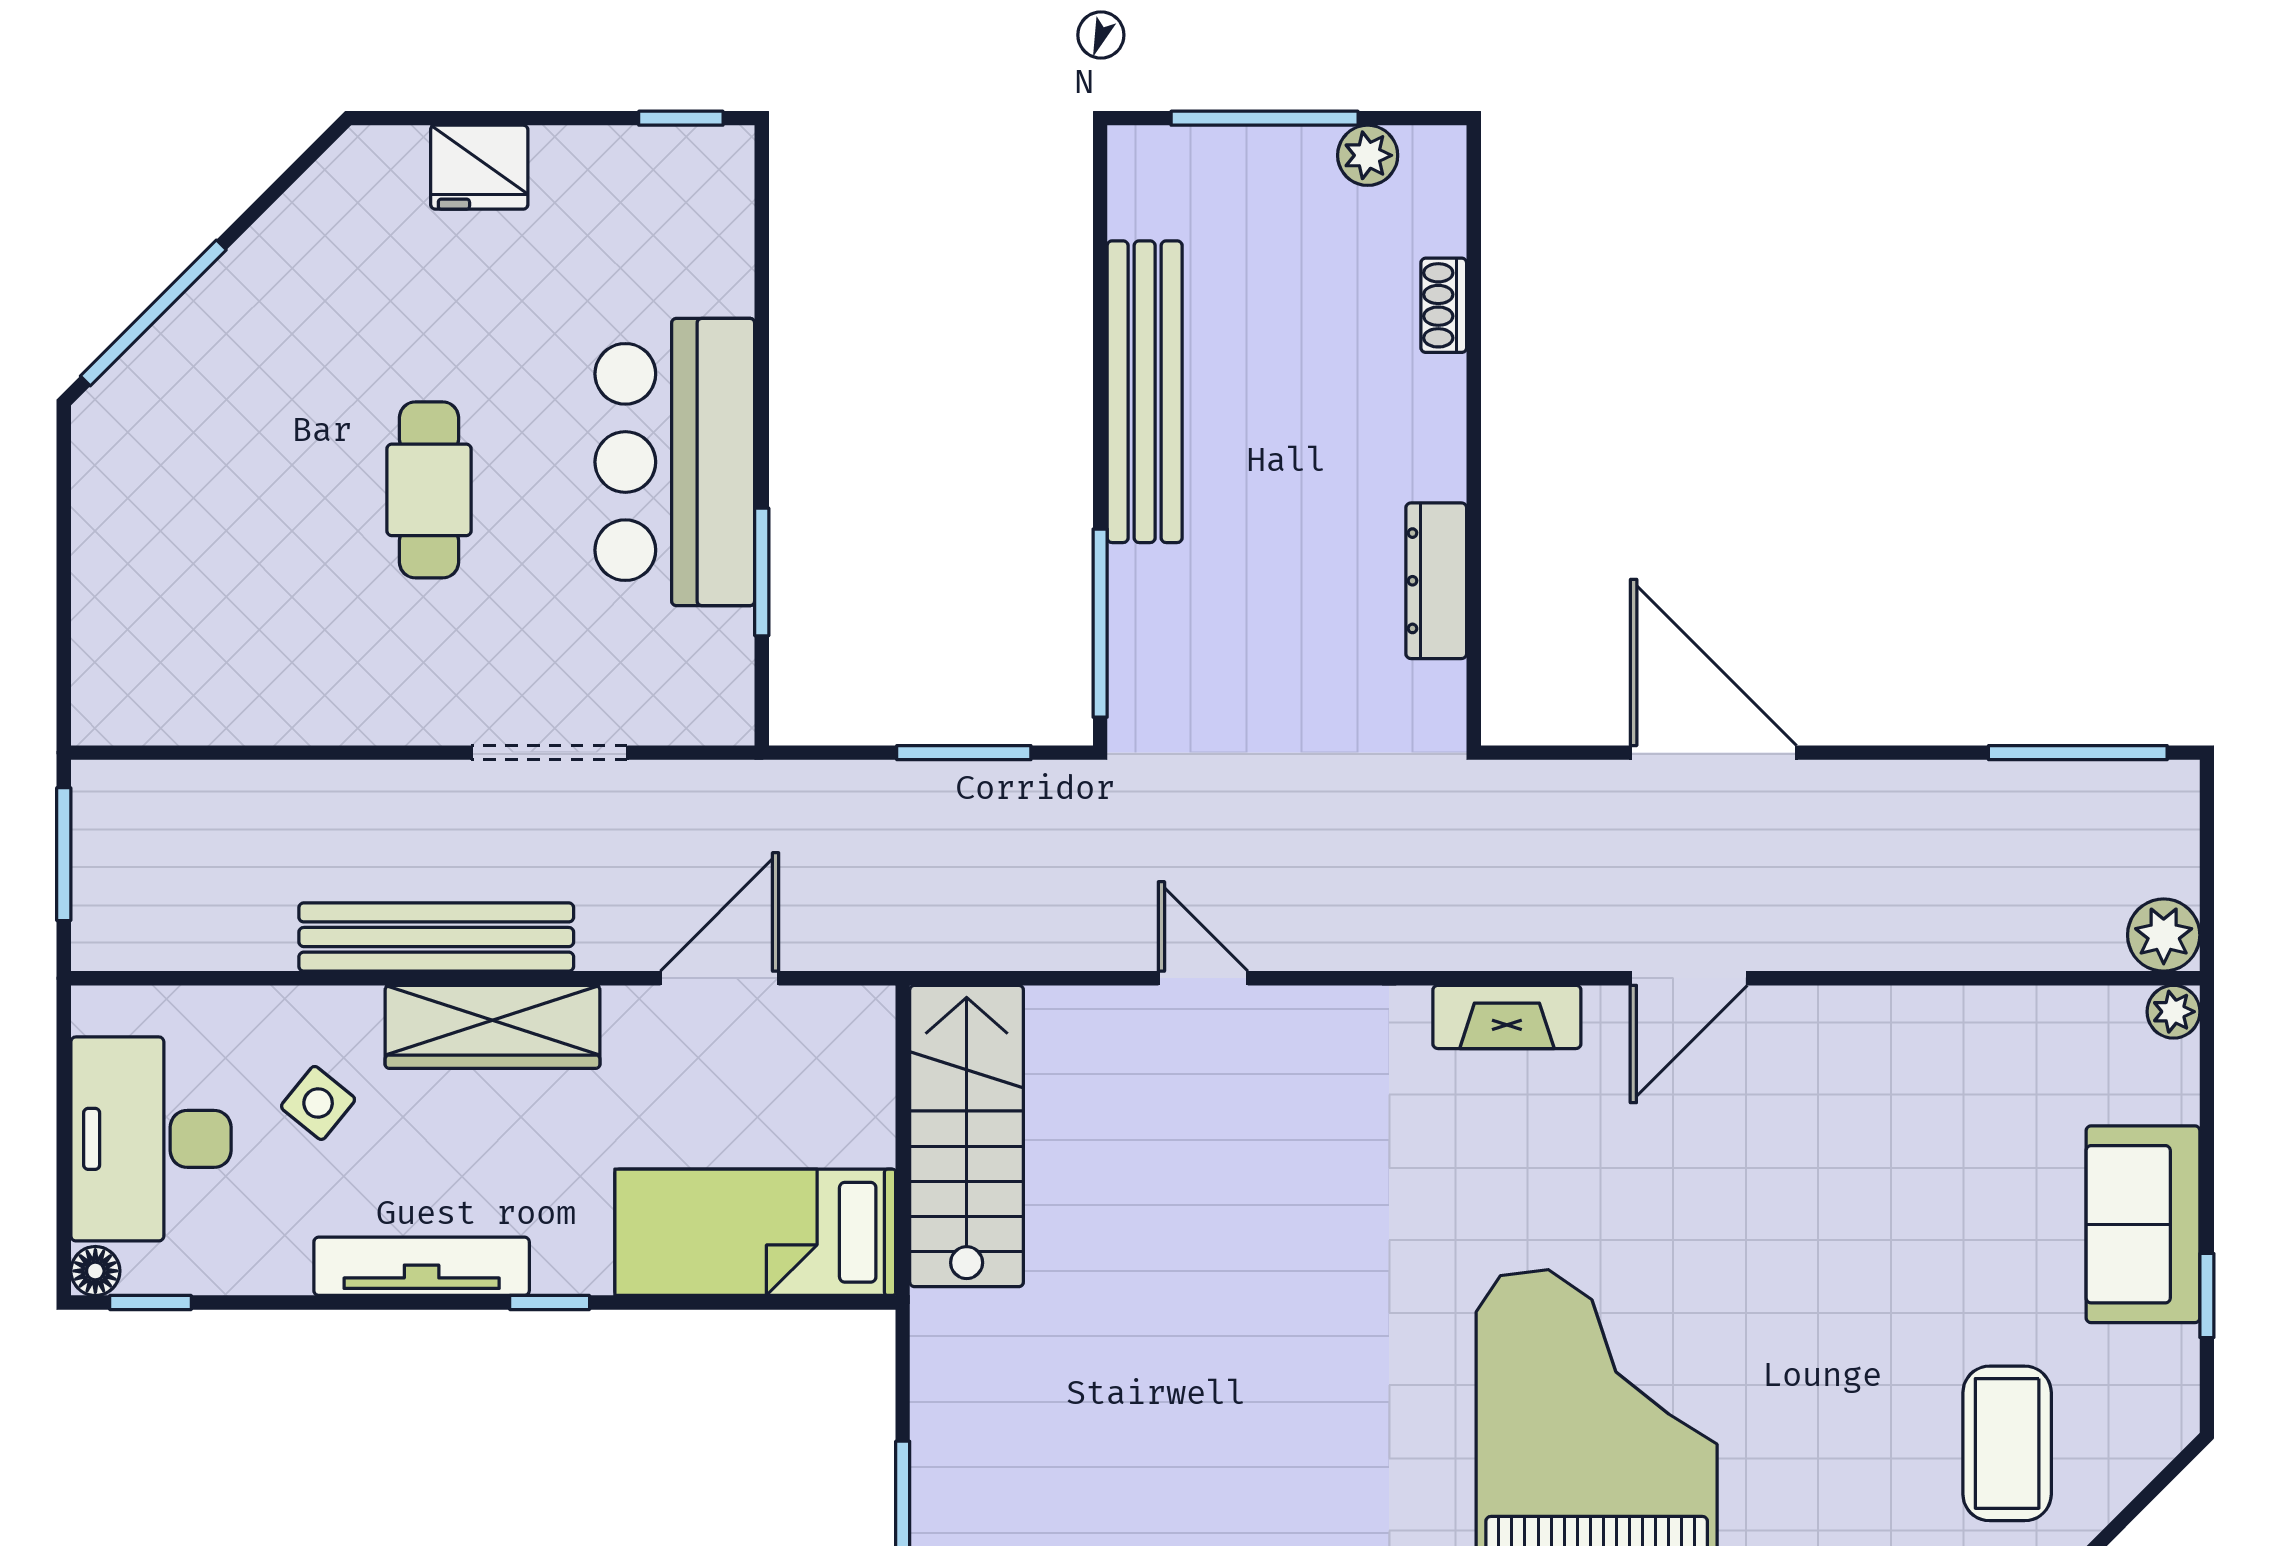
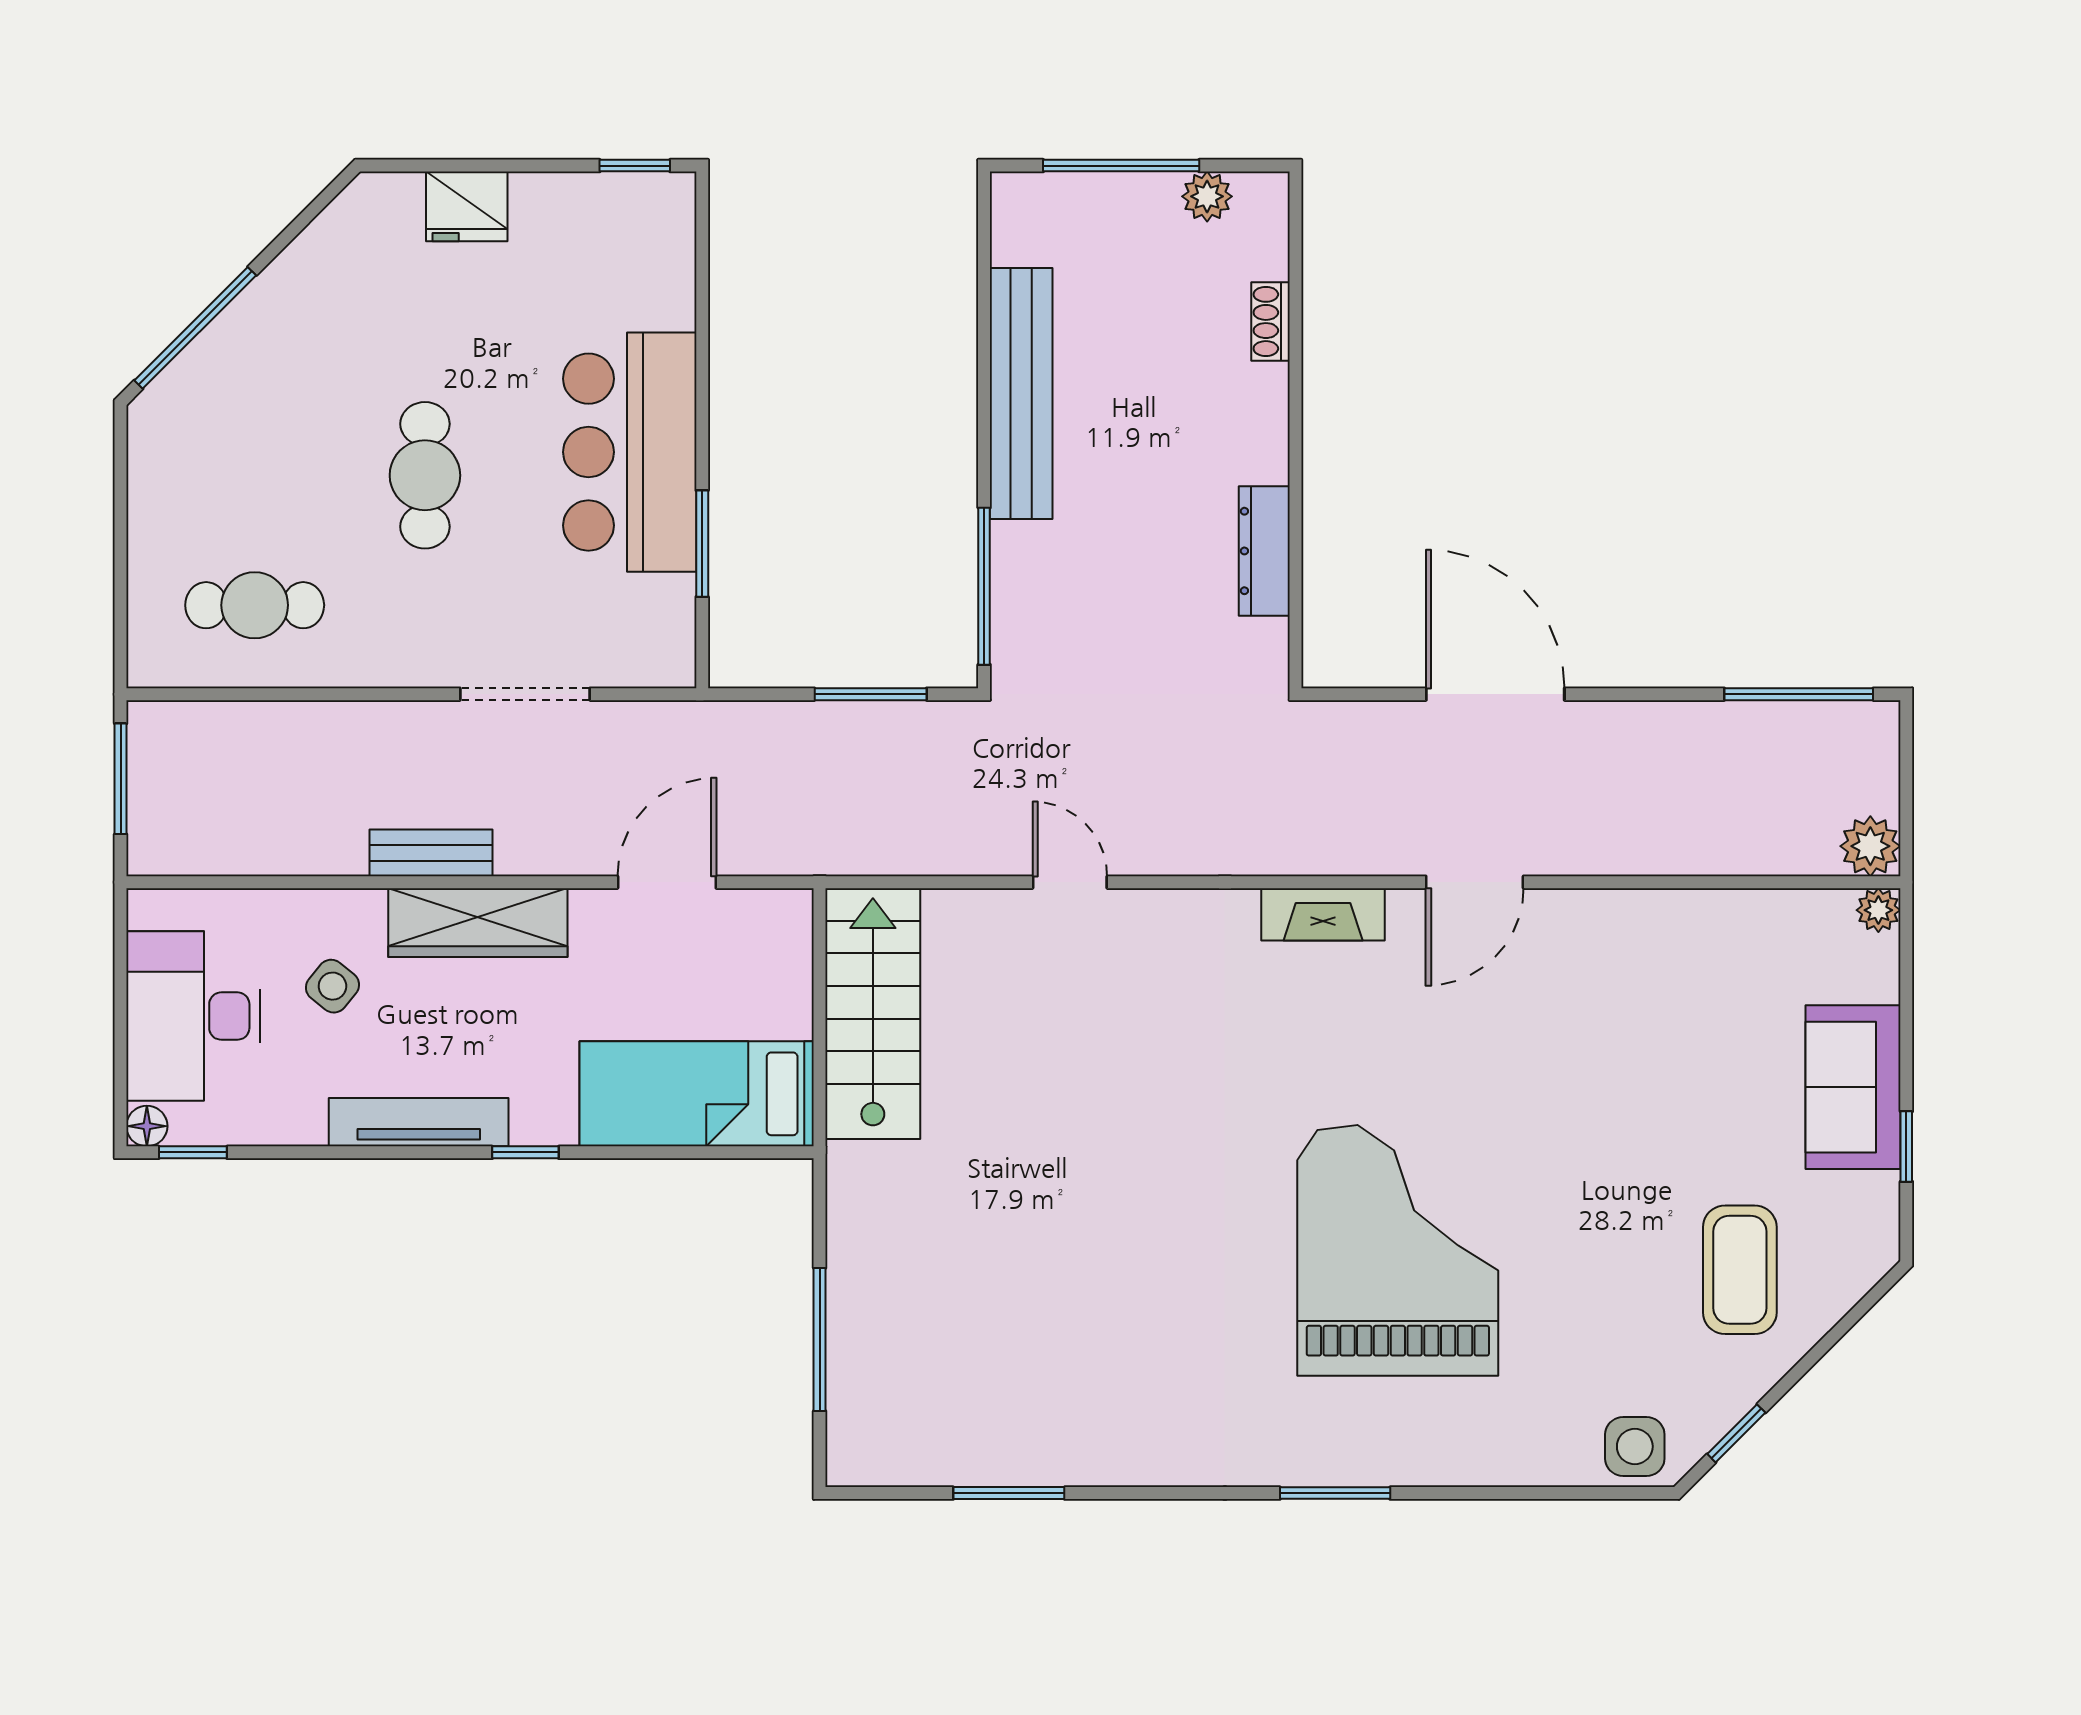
cafe table: (225, 646) -> (255, 605), added
bench: (436, 937) -> (431, 853), width x0.54, depth x0.82

